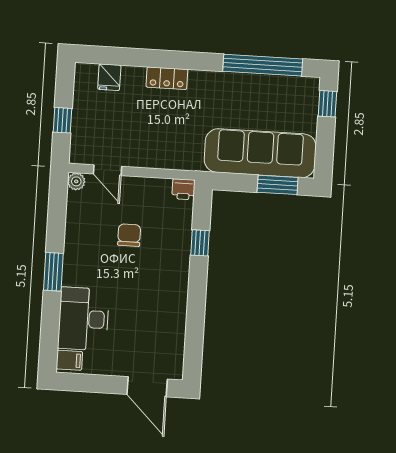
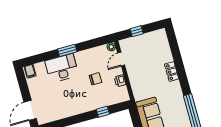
fridge: (109, 77) -> (163, 46), removed
printer: (183, 189) -> (120, 81), moved
desk: (83, 319) -> (62, 68), moved

